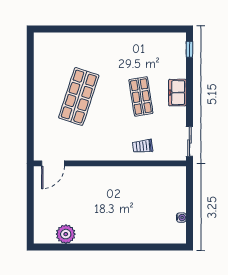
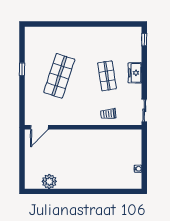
window: (30, 88) -> (22, 69), added

